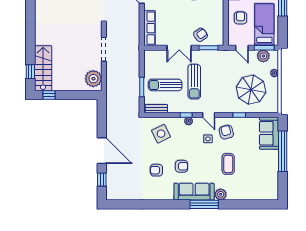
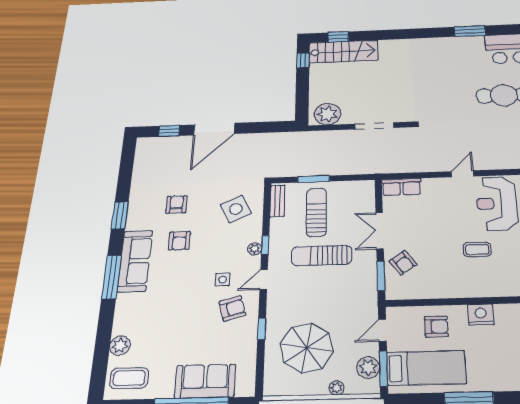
row of seats: (150, 28) -> (402, 187), width x0.68
sofa: (269, 133) -> (205, 381), moved
coffee table: (228, 164) -> (129, 378), moved
plant: (221, 194) -> (120, 346), moved
window: (163, 204) -> (120, 215), added

